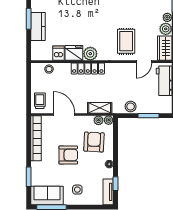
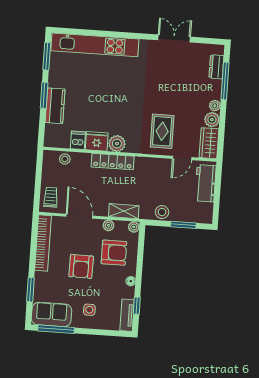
plant: (98, 120) -> (108, 225), moved
armchair: (94, 142) -> (114, 253), turned 87
armchair: (68, 155) -> (81, 266), turned 91

